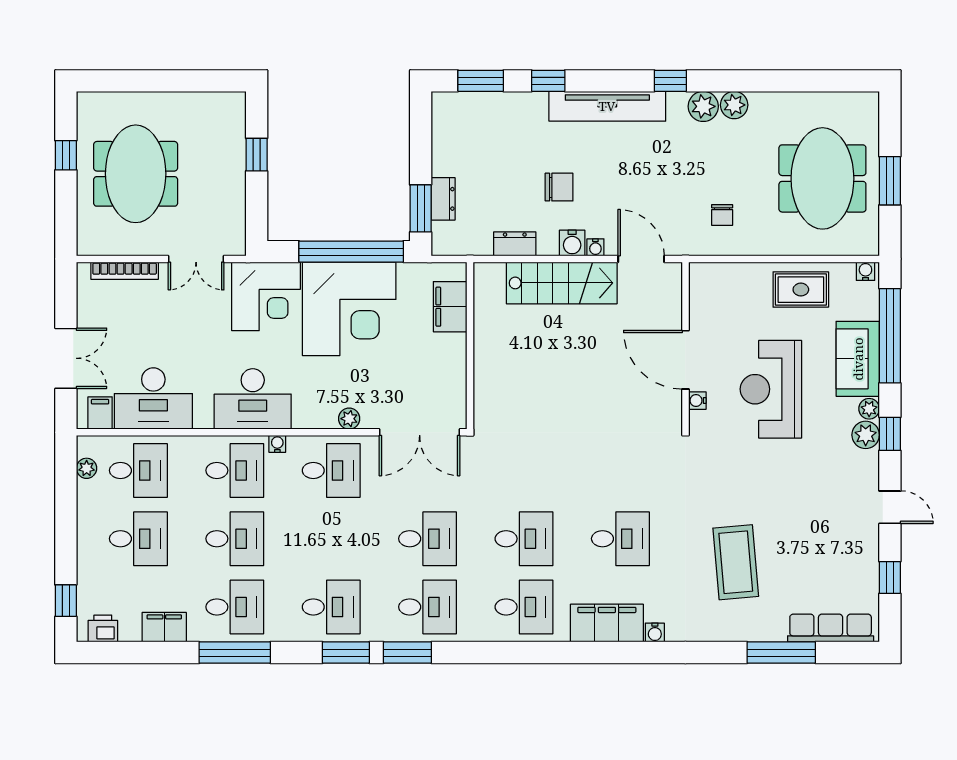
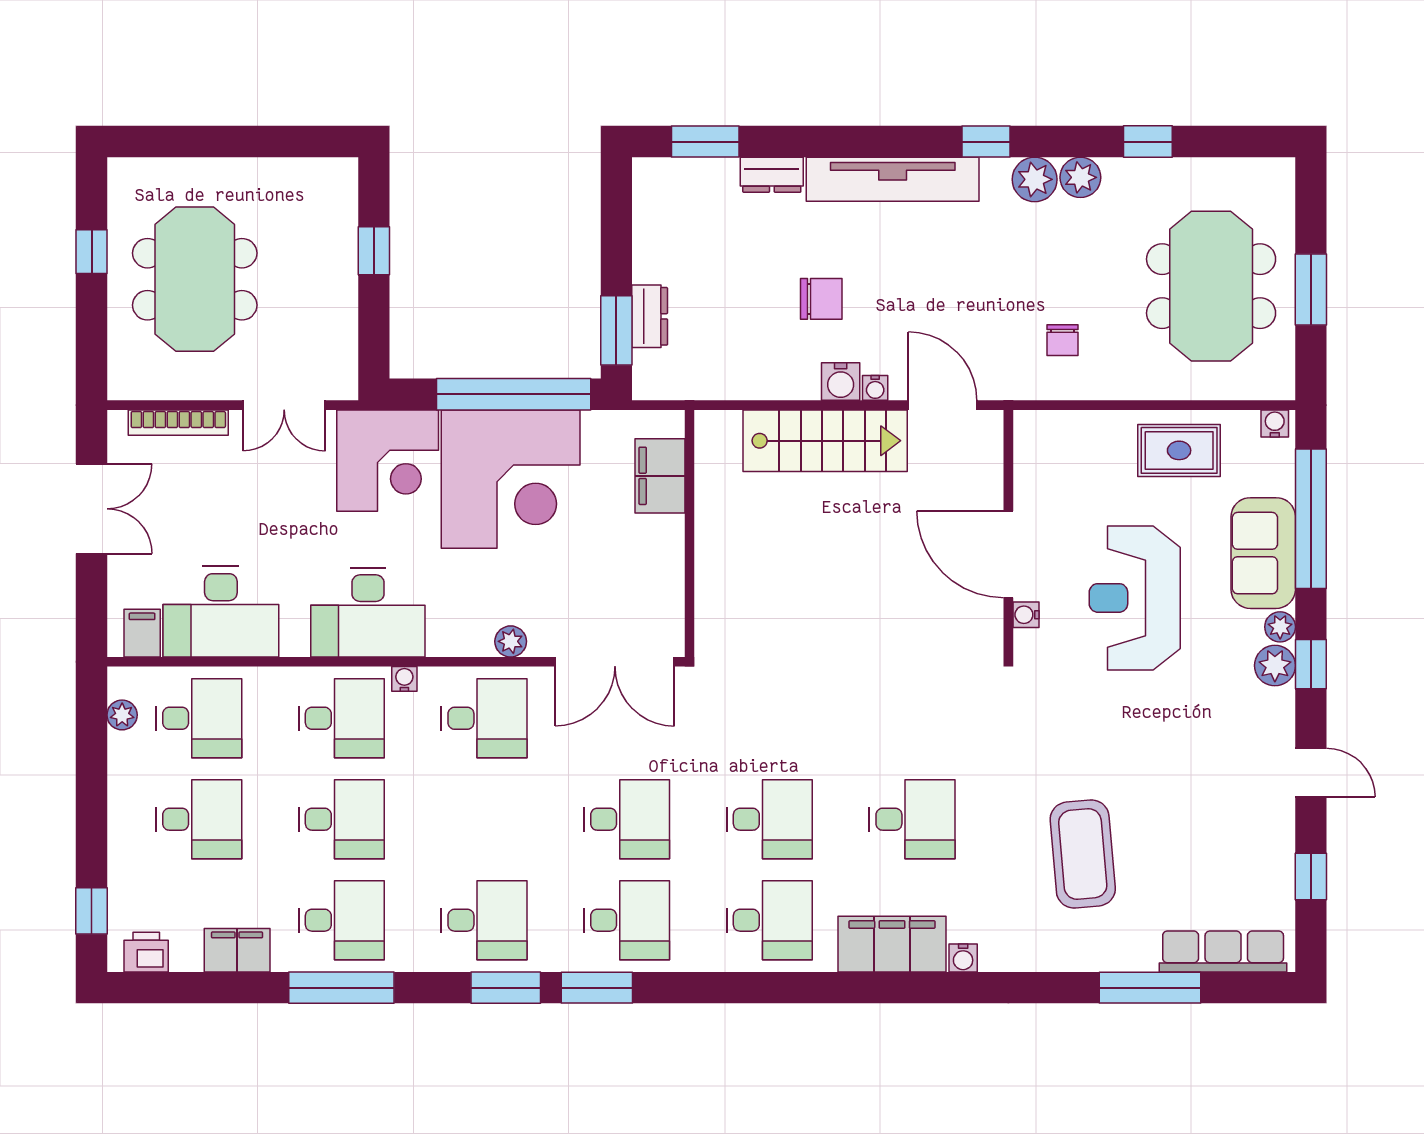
window: (548, 81) -> (1148, 142), moved
dresser: (515, 244) -> (772, 175), moved, turned 180
double door: (66, 358) -> (92, 509), moved

